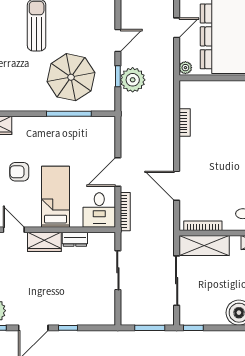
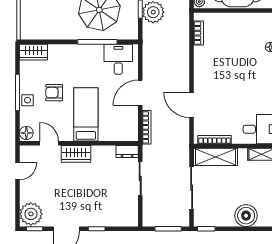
bookcase: (185, 123) -> (199, 33), moved
desk: (99, 210) -> (118, 59), moved, turned 180
dresser: (75, 239) -> (127, 152), moved

